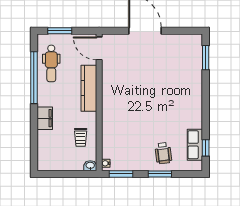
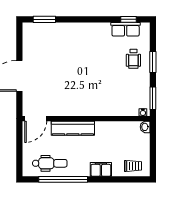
window: (60, 31) -> (19, 155), removed
trolley: (81, 137) -> (133, 166), moved
wheelchair: (163, 153) -> (133, 59), turned 97

